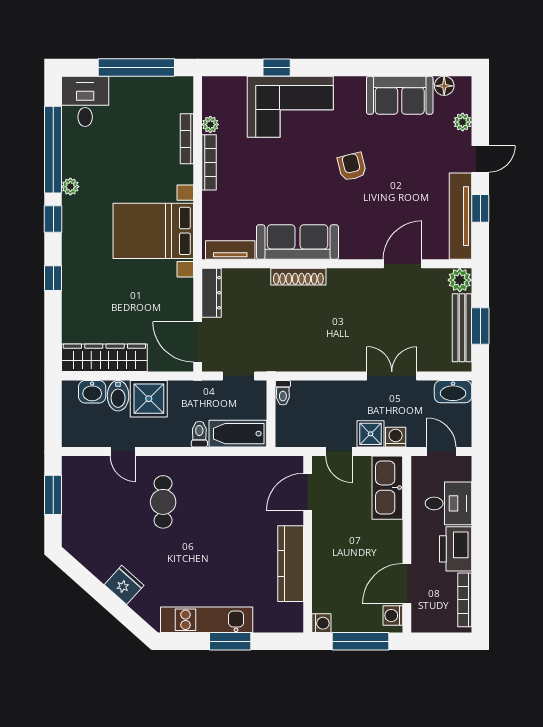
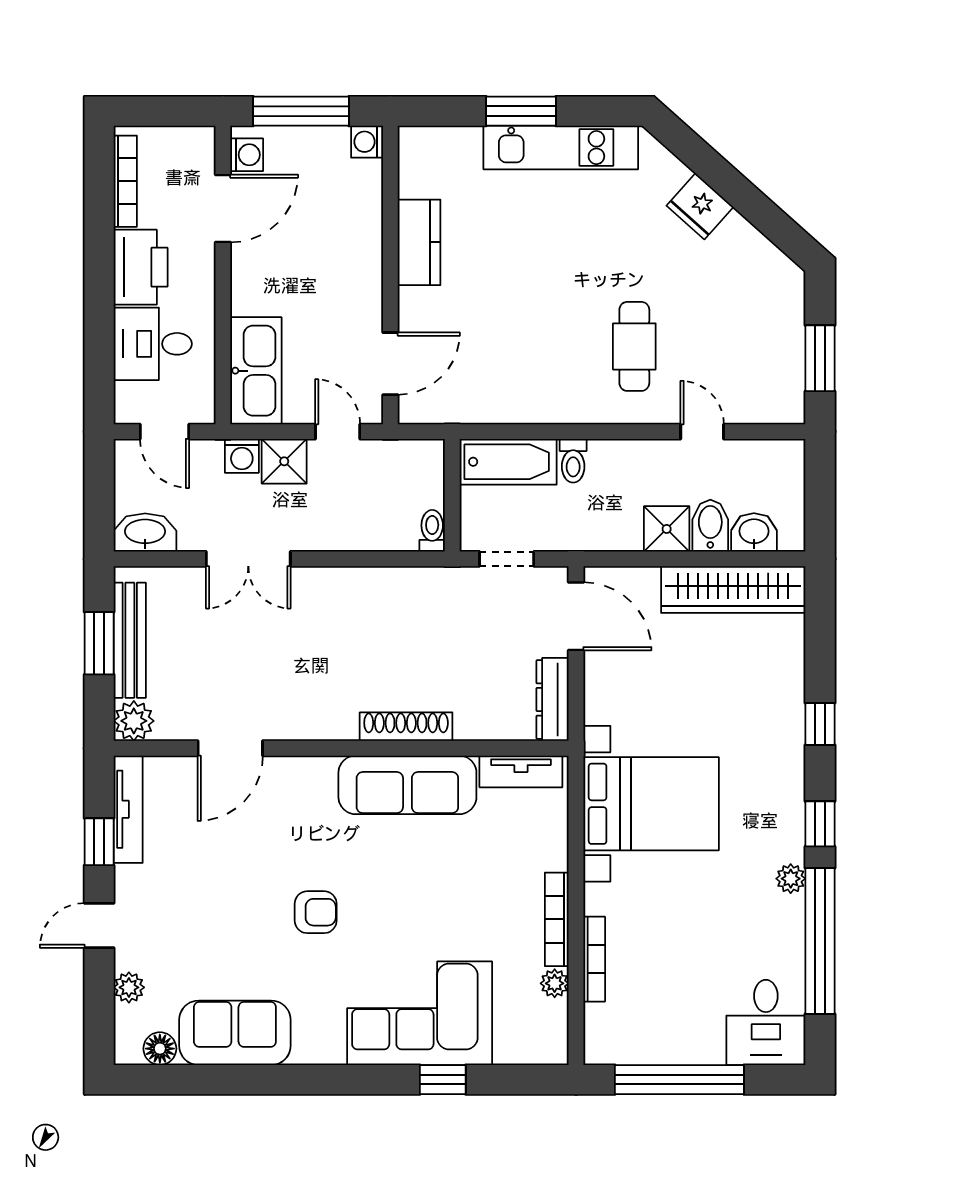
armchair: (352, 167) -> (316, 912), turned -76
tv unit: (461, 216) -> (128, 809), width x0.73, depth x0.78
shower: (149, 399) -> (667, 529), width x0.73, depth x0.73
kitchen counter: (291, 564) -> (419, 242), width x0.67

